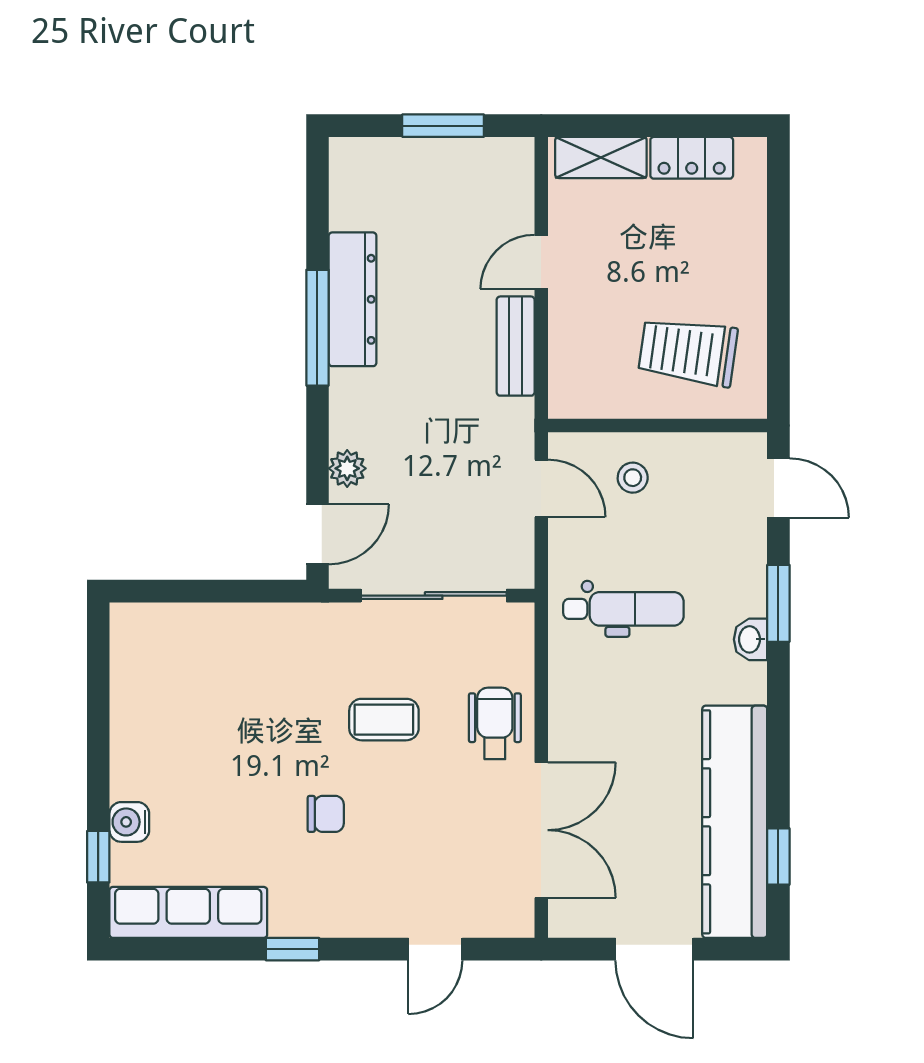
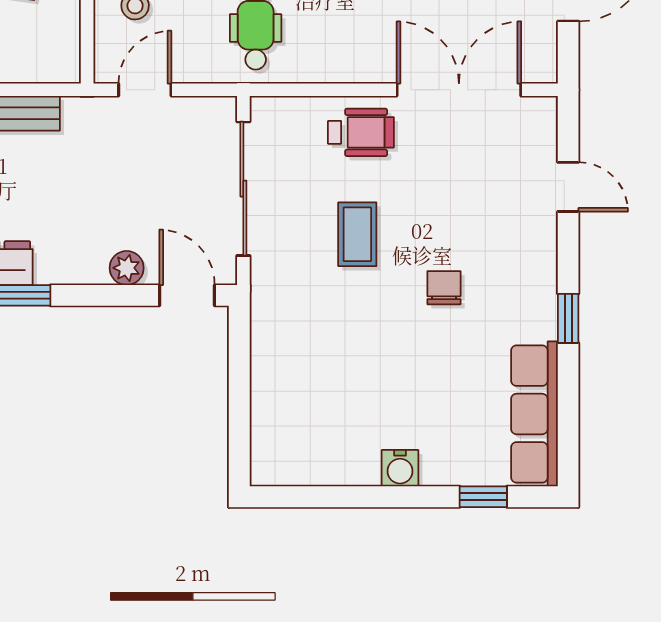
wheelchair: (495, 723) -> (361, 132), turned 180
water cooler: (129, 822) -> (400, 468), moved

